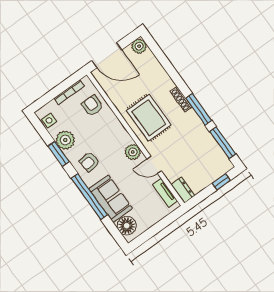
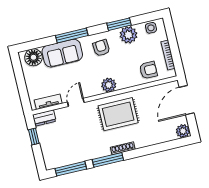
plant: (133, 152) -> (109, 85), moved
window: (221, 182) -> (34, 137), moved
window: (89, 196) -> (72, 35), width x0.68

